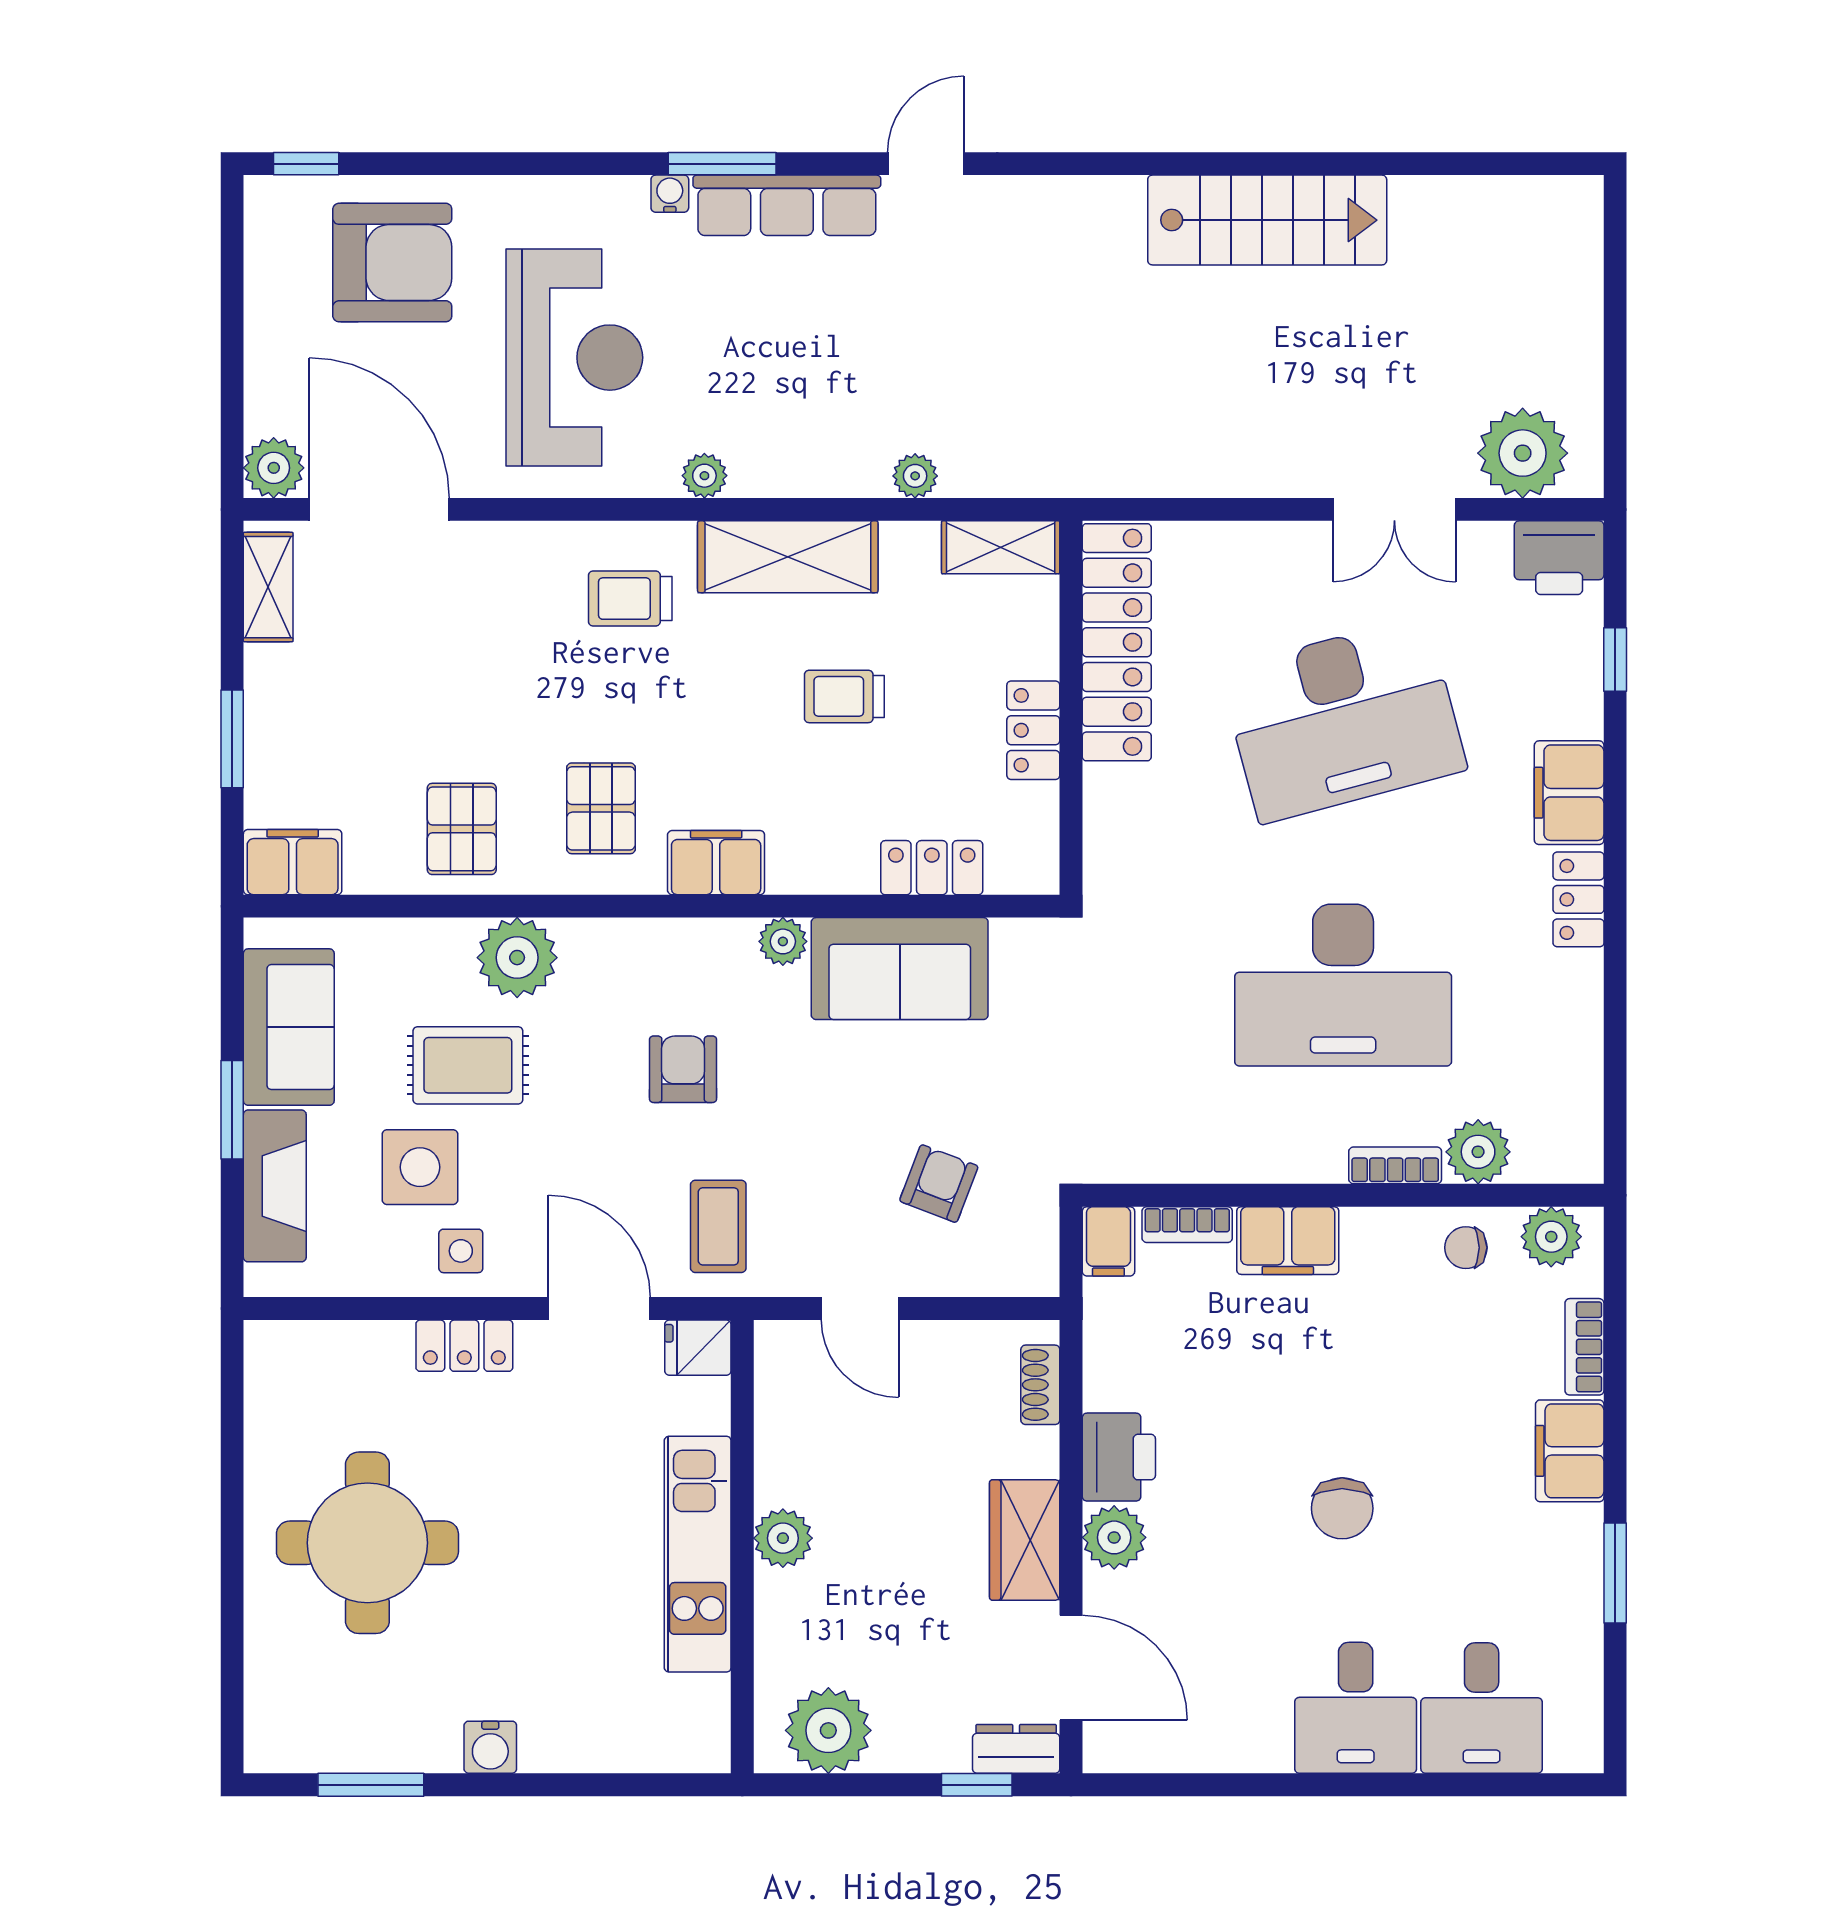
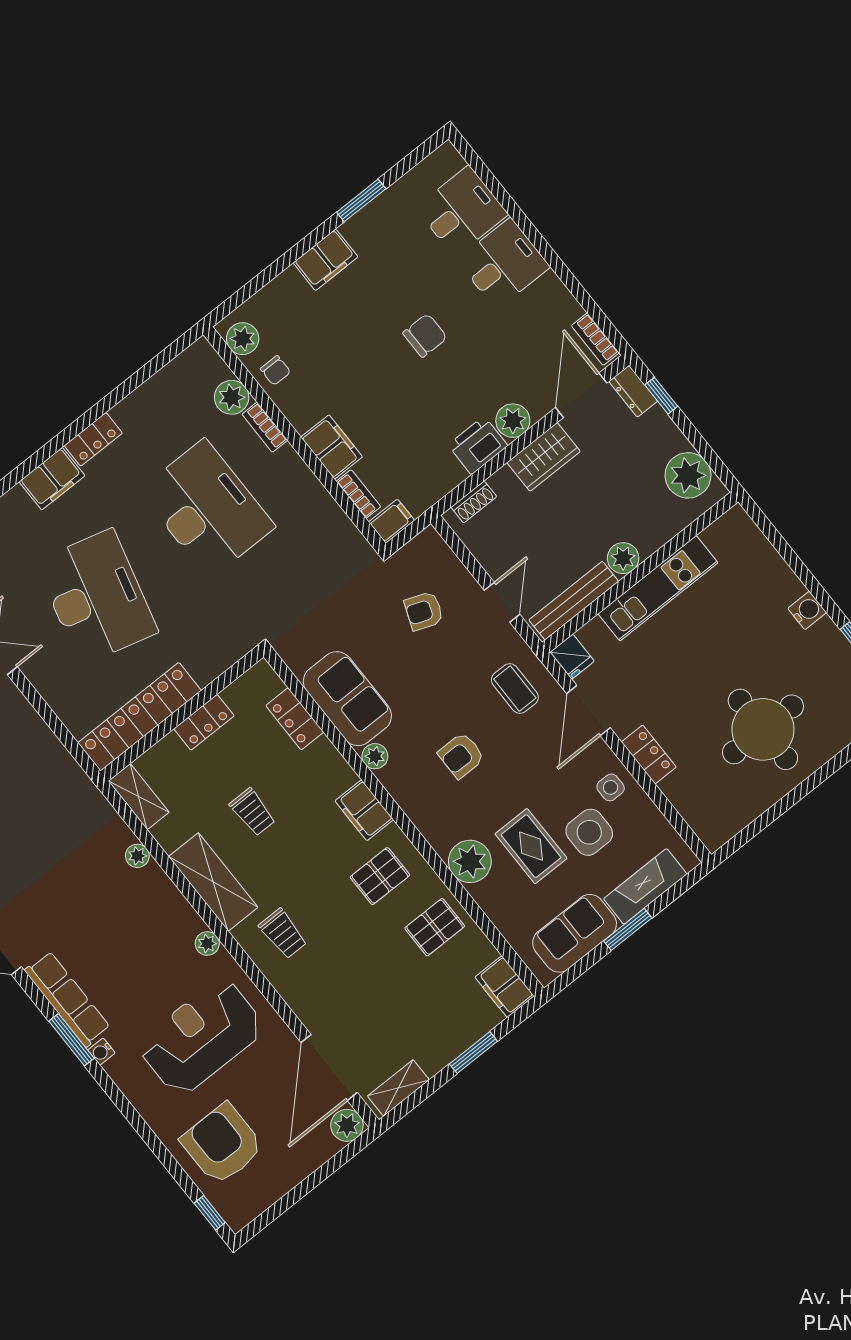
desk: (1343, 720) -> (97, 597), turned 30
coffee table: (718, 1226) -> (515, 689), turned 90
bookcase: (1584, 1347) -> (595, 339), moved, turned 90
bench: (778, 1416) -> (574, 601), added

